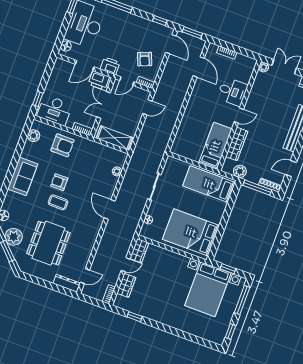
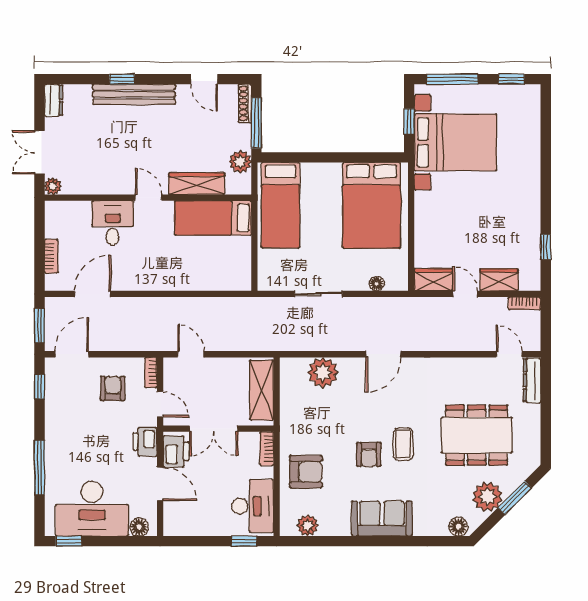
armchair: (145, 59) -> (113, 388), turned -69
armchair: (62, 145) -> (306, 472), turned 90
plant: (117, 171) -> (323, 373), width x1.88, depth x1.88

